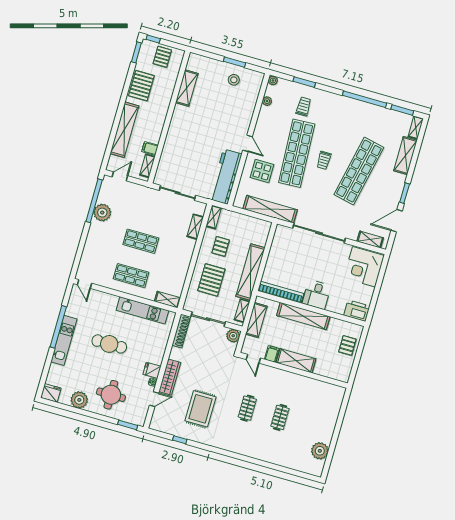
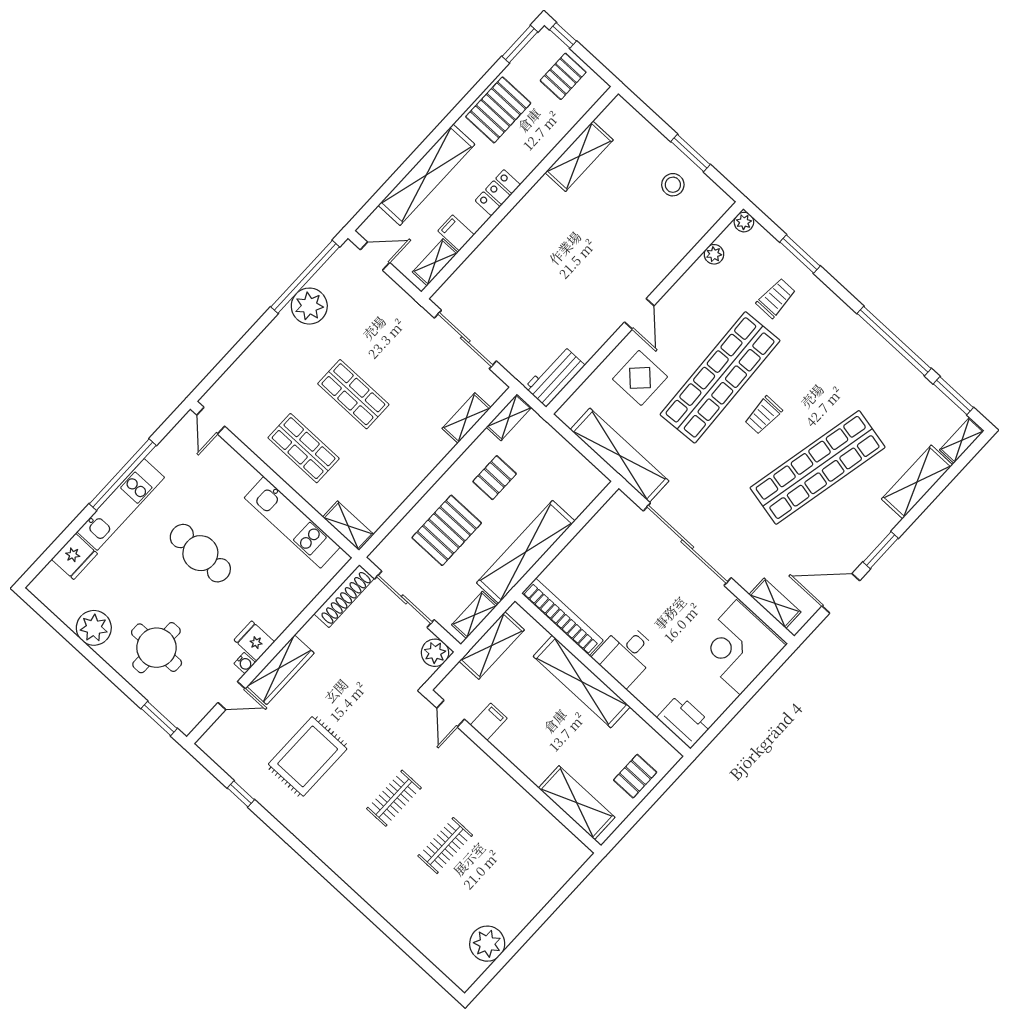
locker: (159, 122) -> (498, 193), added
workbench: (226, 177) -> (555, 376), width x0.53, depth x0.76
shelving: (296, 361) -> (577, 803), moved
fridge: (51, 393) -> (75, 556), moved, turned 90

